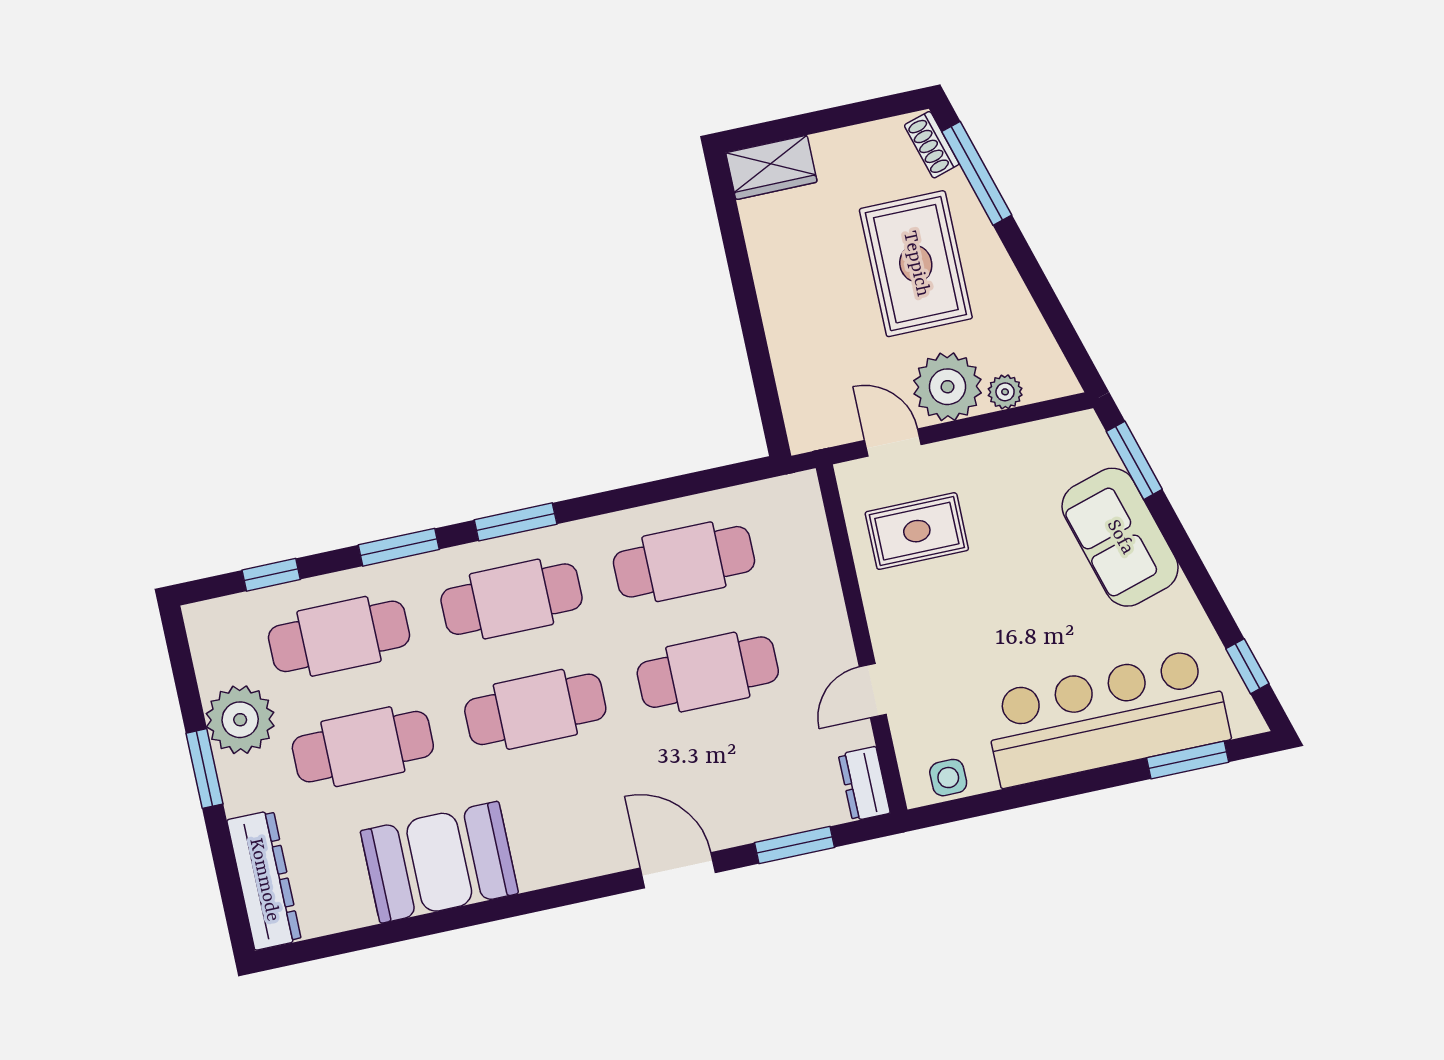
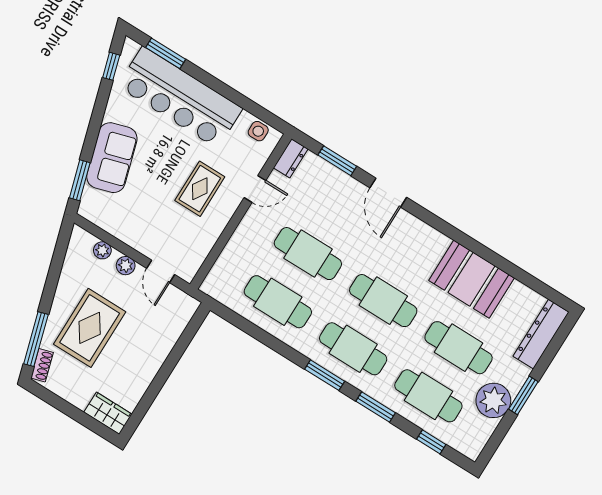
plant: (948, 387) -> (126, 266), width x0.53, depth x0.53
rug: (917, 531) -> (200, 189), moved, turned 90

